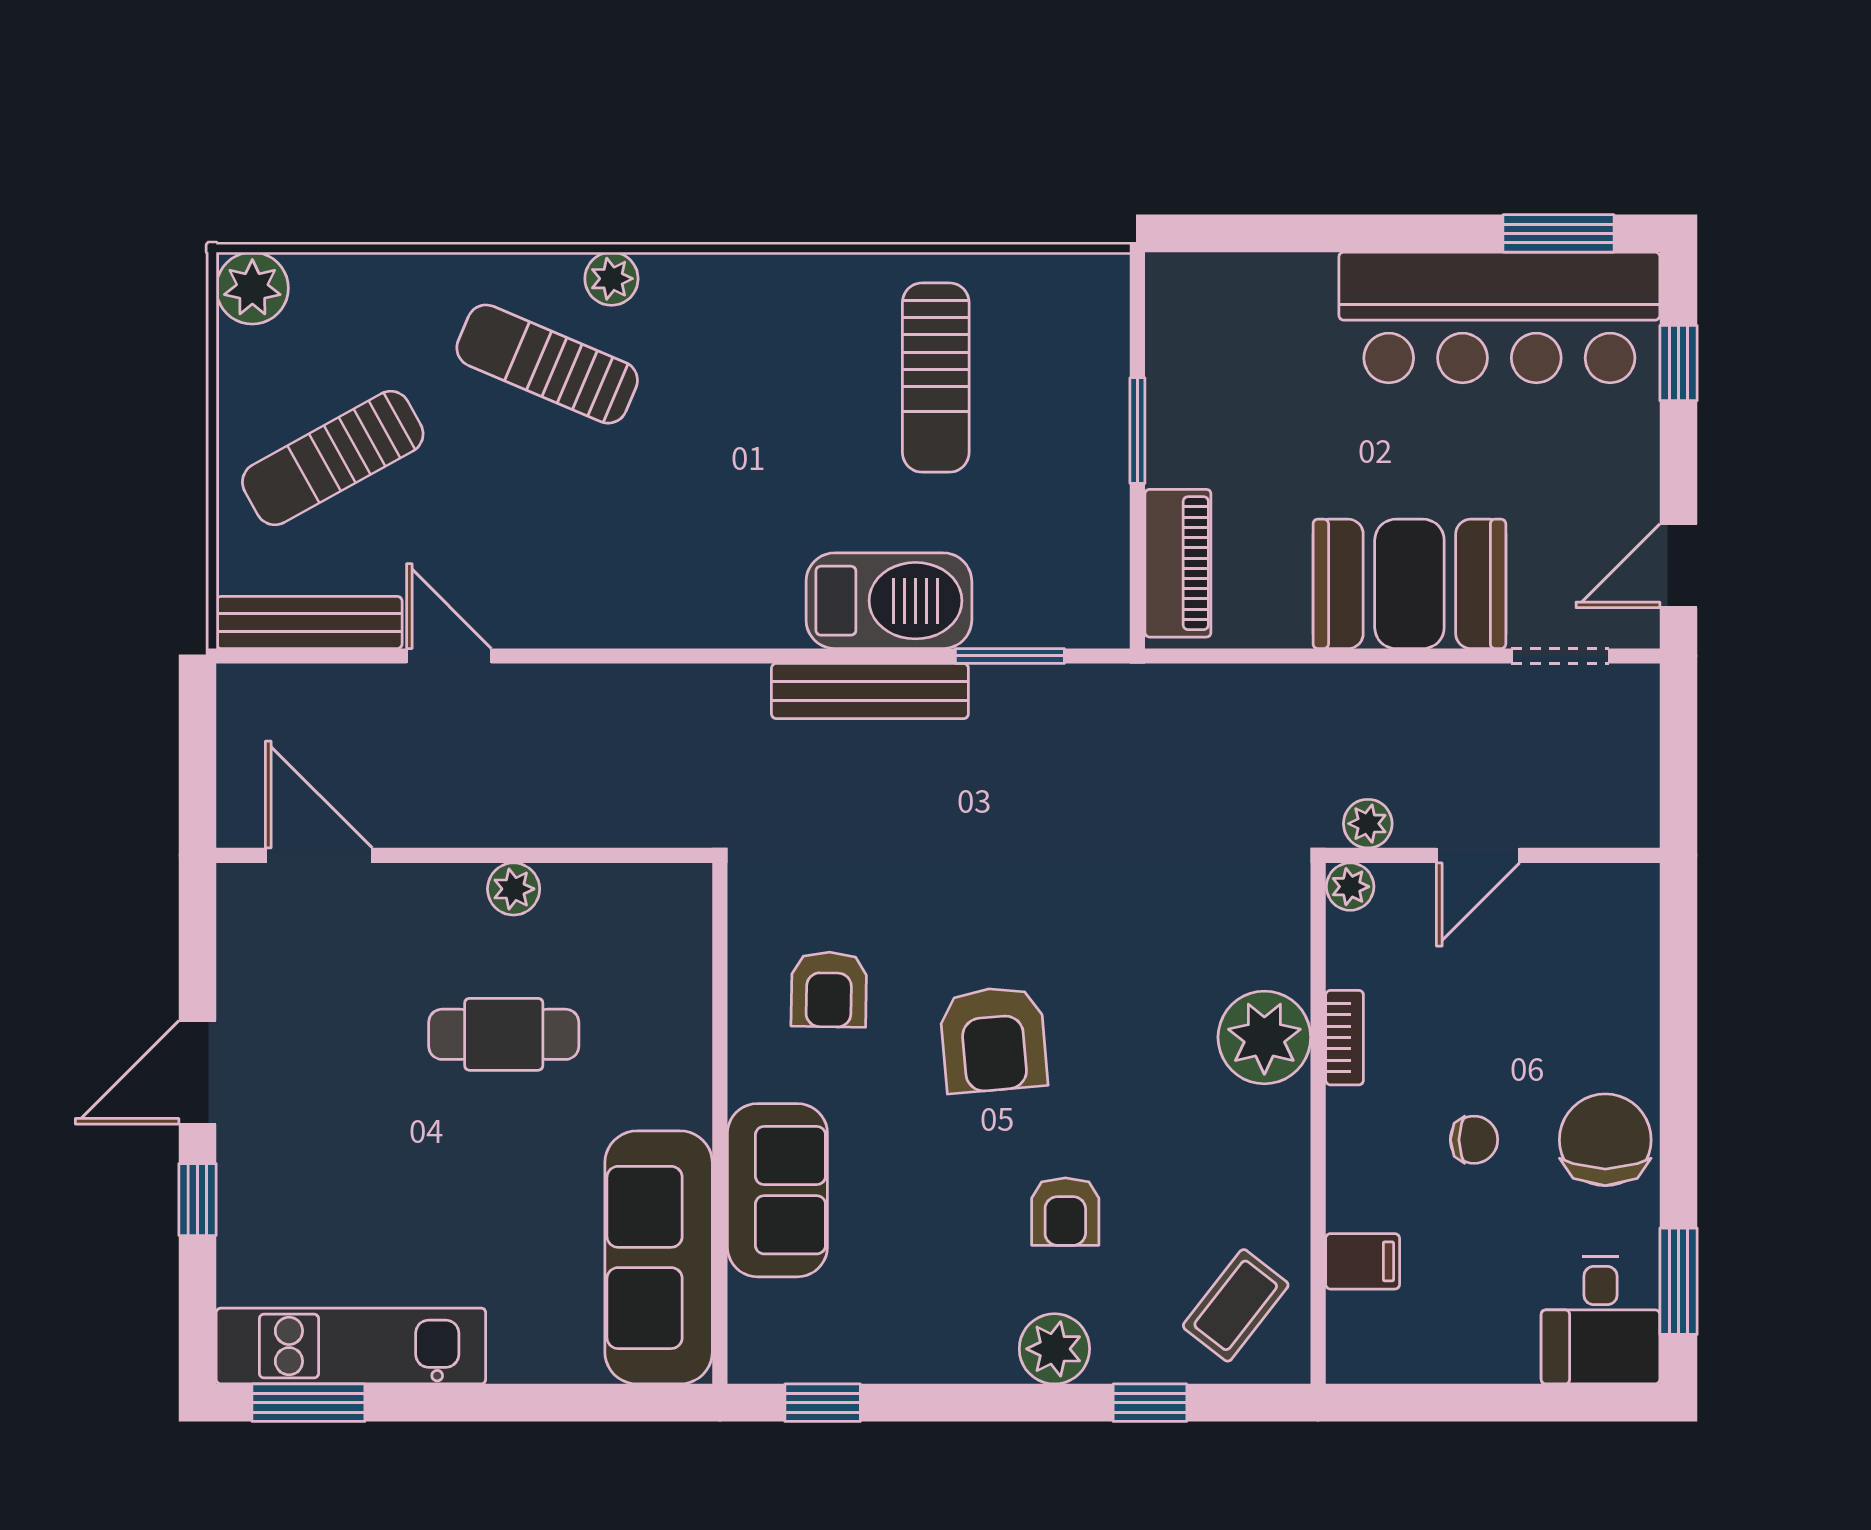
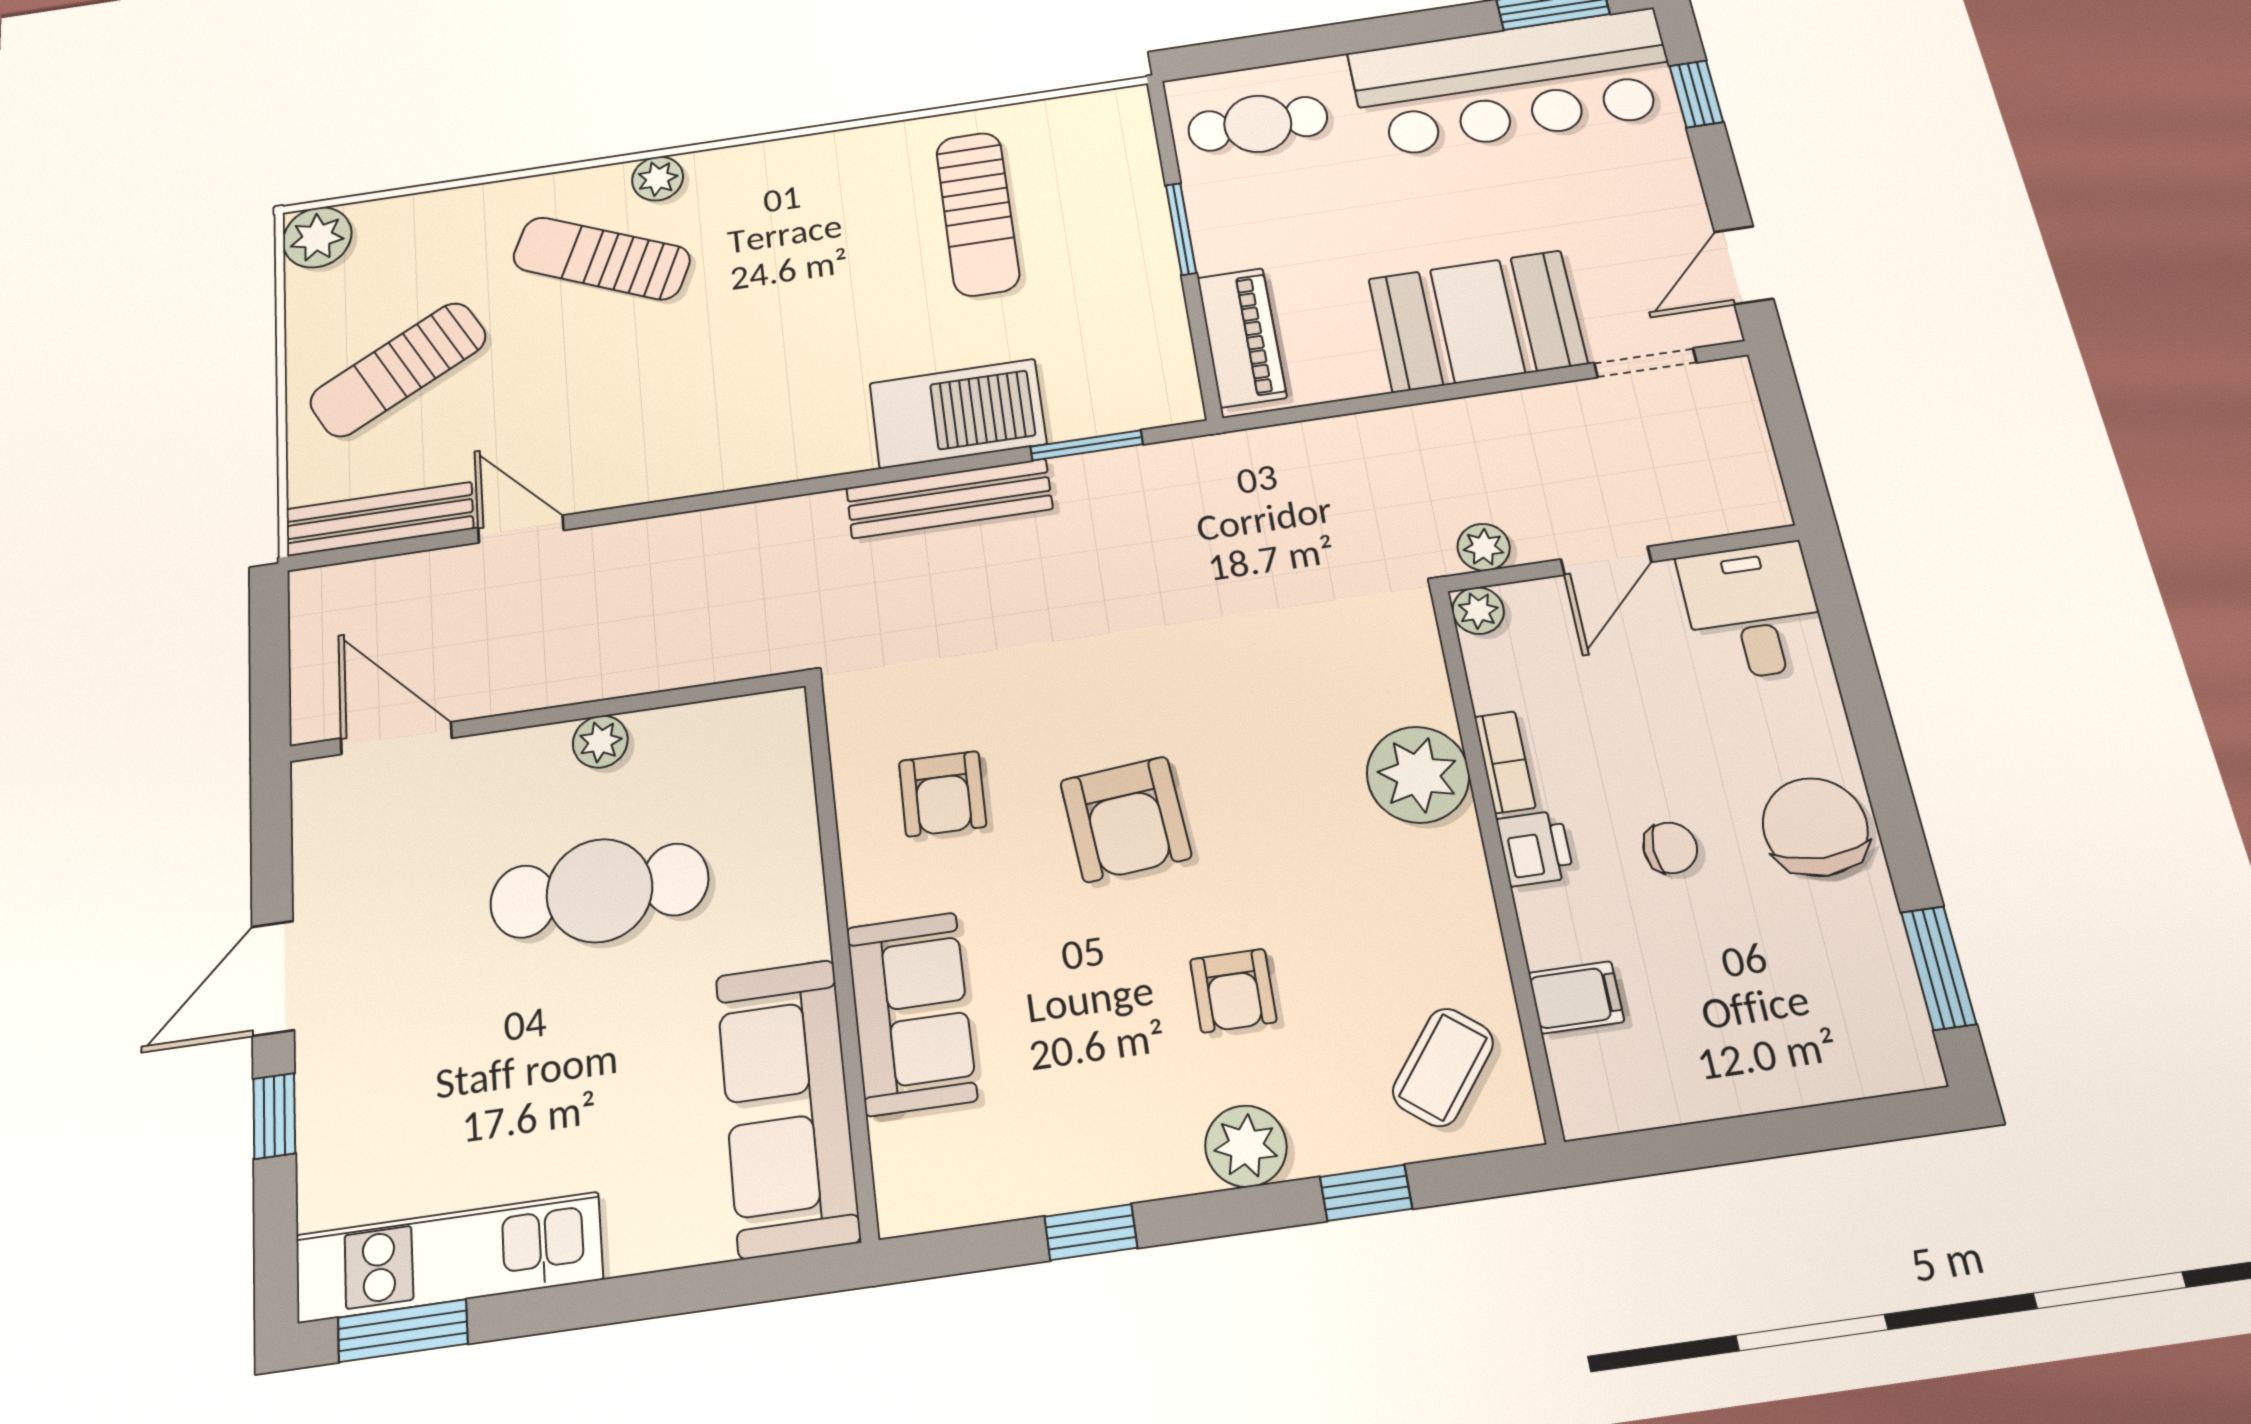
cafe table: (1234, 321) -> (1258, 124), added
cafe table: (504, 1034) -> (599, 891), width x1.37, depth x1.35
printer: (1355, 1122) -> (1535, 848), added
desk: (1600, 1320) -> (1753, 611), moved, turned 180
window: (823, 1403) -> (1091, 1232), moved

